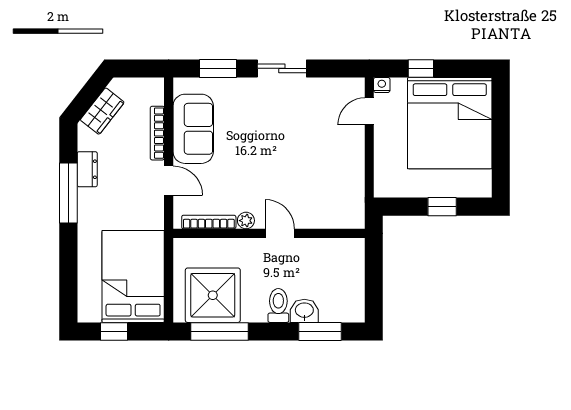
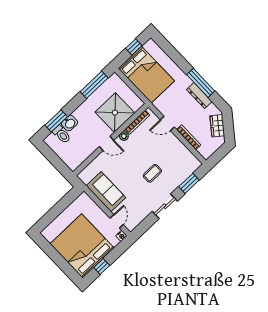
window: (421, 68) -> (102, 266), moved
sofa: (193, 129) -> (106, 192), moved, turned 180
coffee table: (256, 131) -> (152, 173), added
dresser: (87, 169) -> (199, 96), width x1.44
window: (442, 207) -> (55, 212), removed
shower: (213, 295) -> (115, 113), moved
toilet: (278, 306) -> (62, 134), moved

